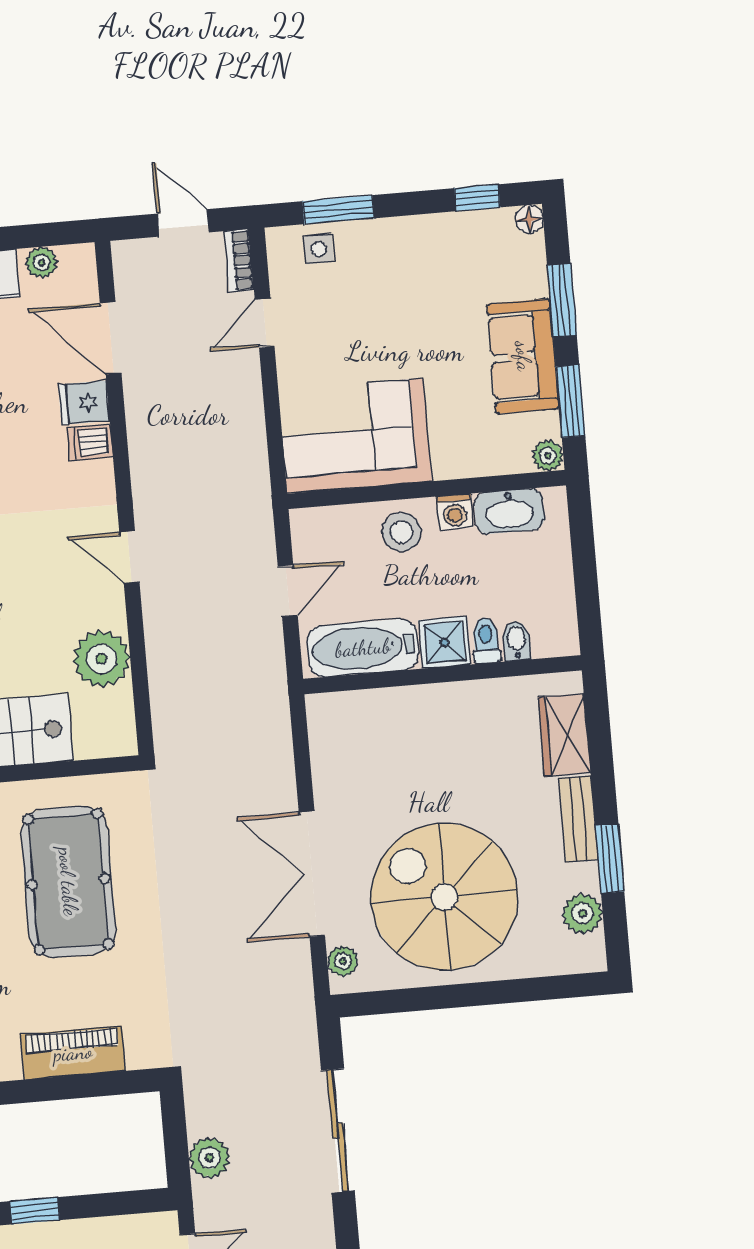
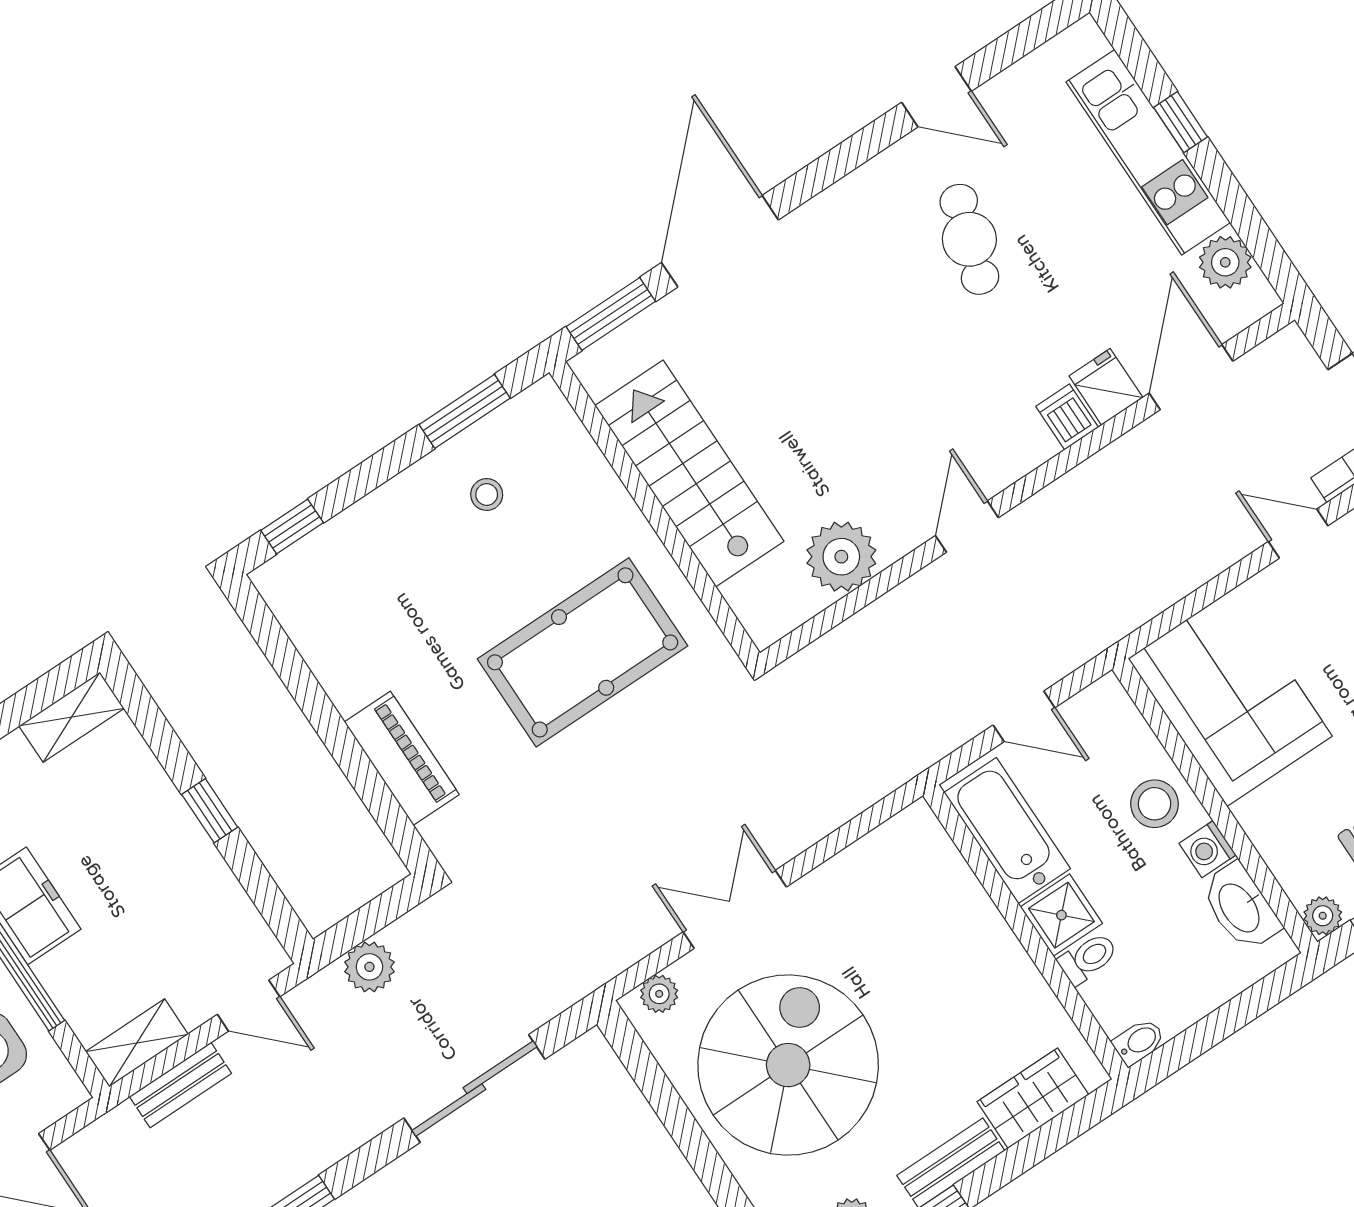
plant: (41, 262) -> (1225, 262), width x1.38, depth x1.38
bidet: (516, 641) -> (1139, 1042), moved
double door: (312, 874) -> (735, 909), width x0.73

